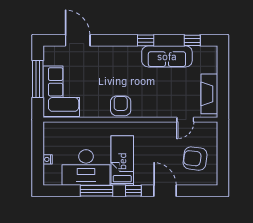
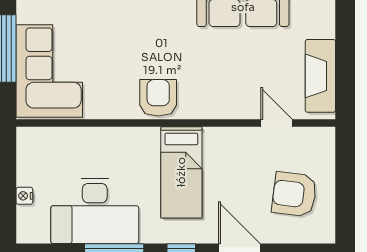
door: (185, 120) -> (276, 123), swing flipped
bed: (122, 161) -> (181, 172), moved, turned 180

